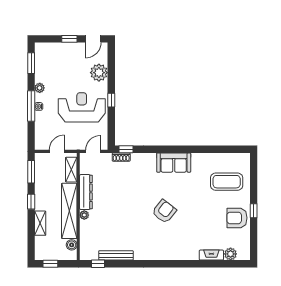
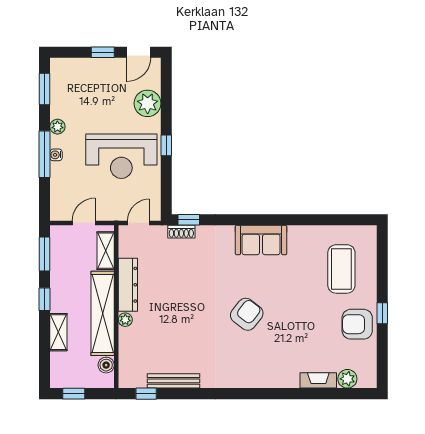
reception desk: (82, 107) -> (121, 156), turned 180
coffee table: (227, 182) -> (341, 269), turned 90

